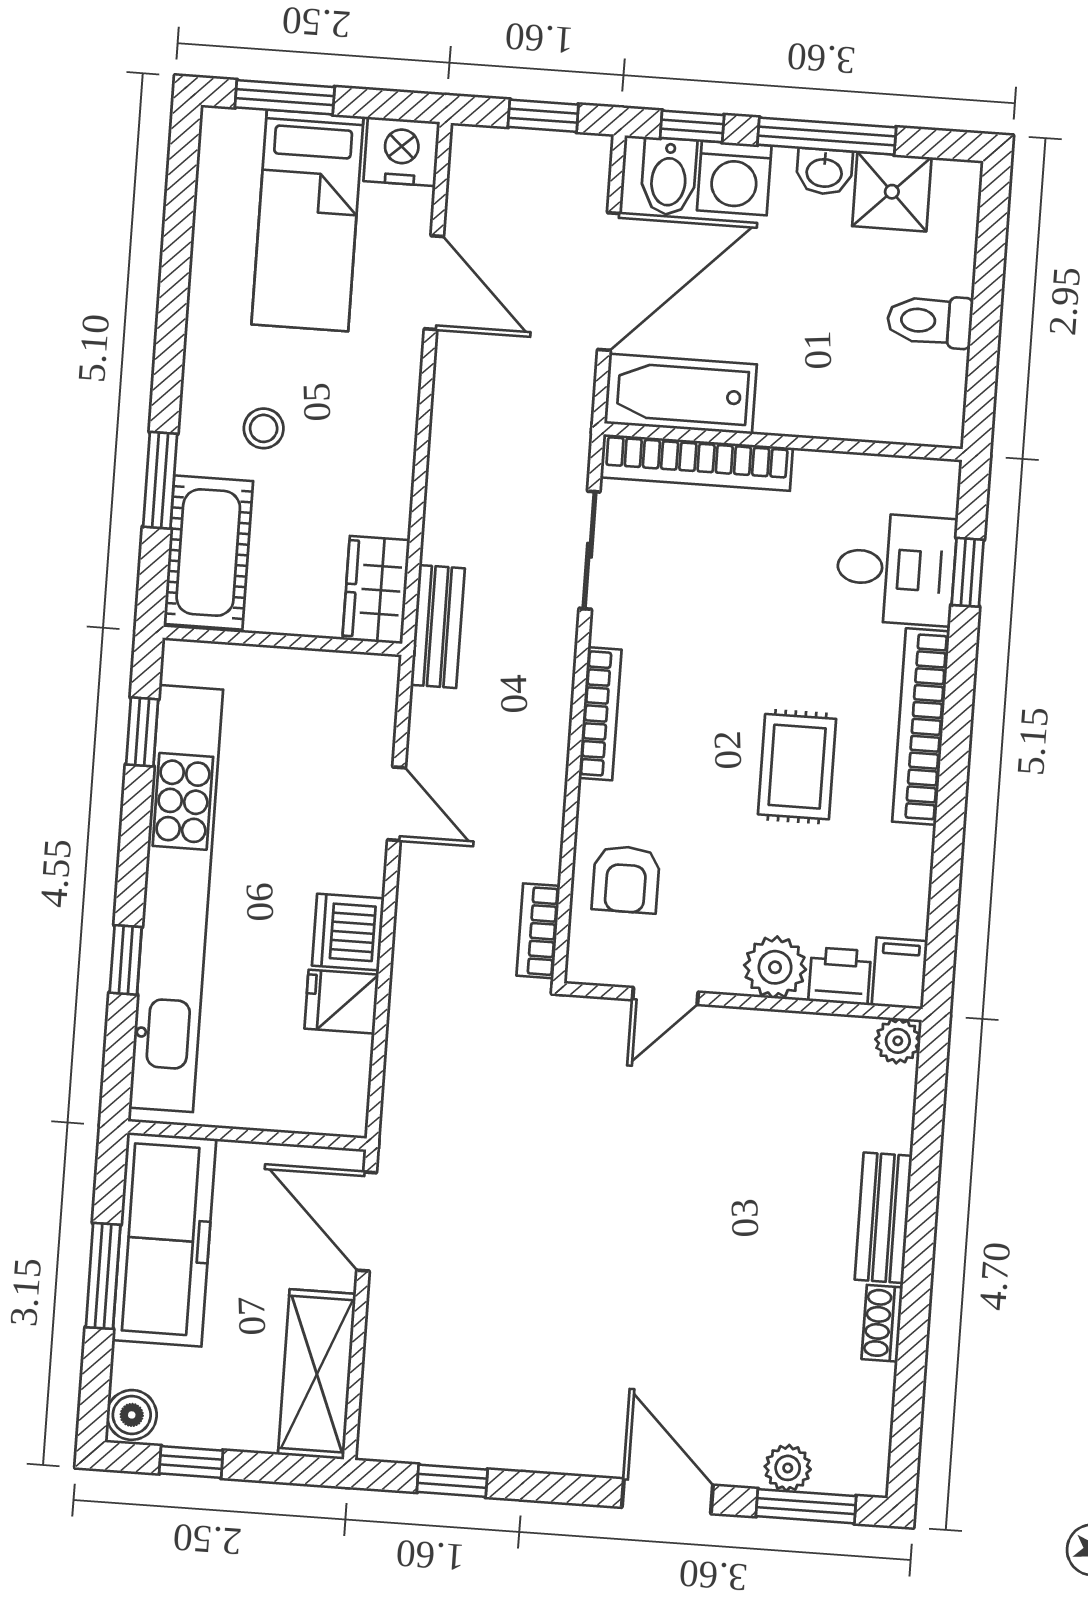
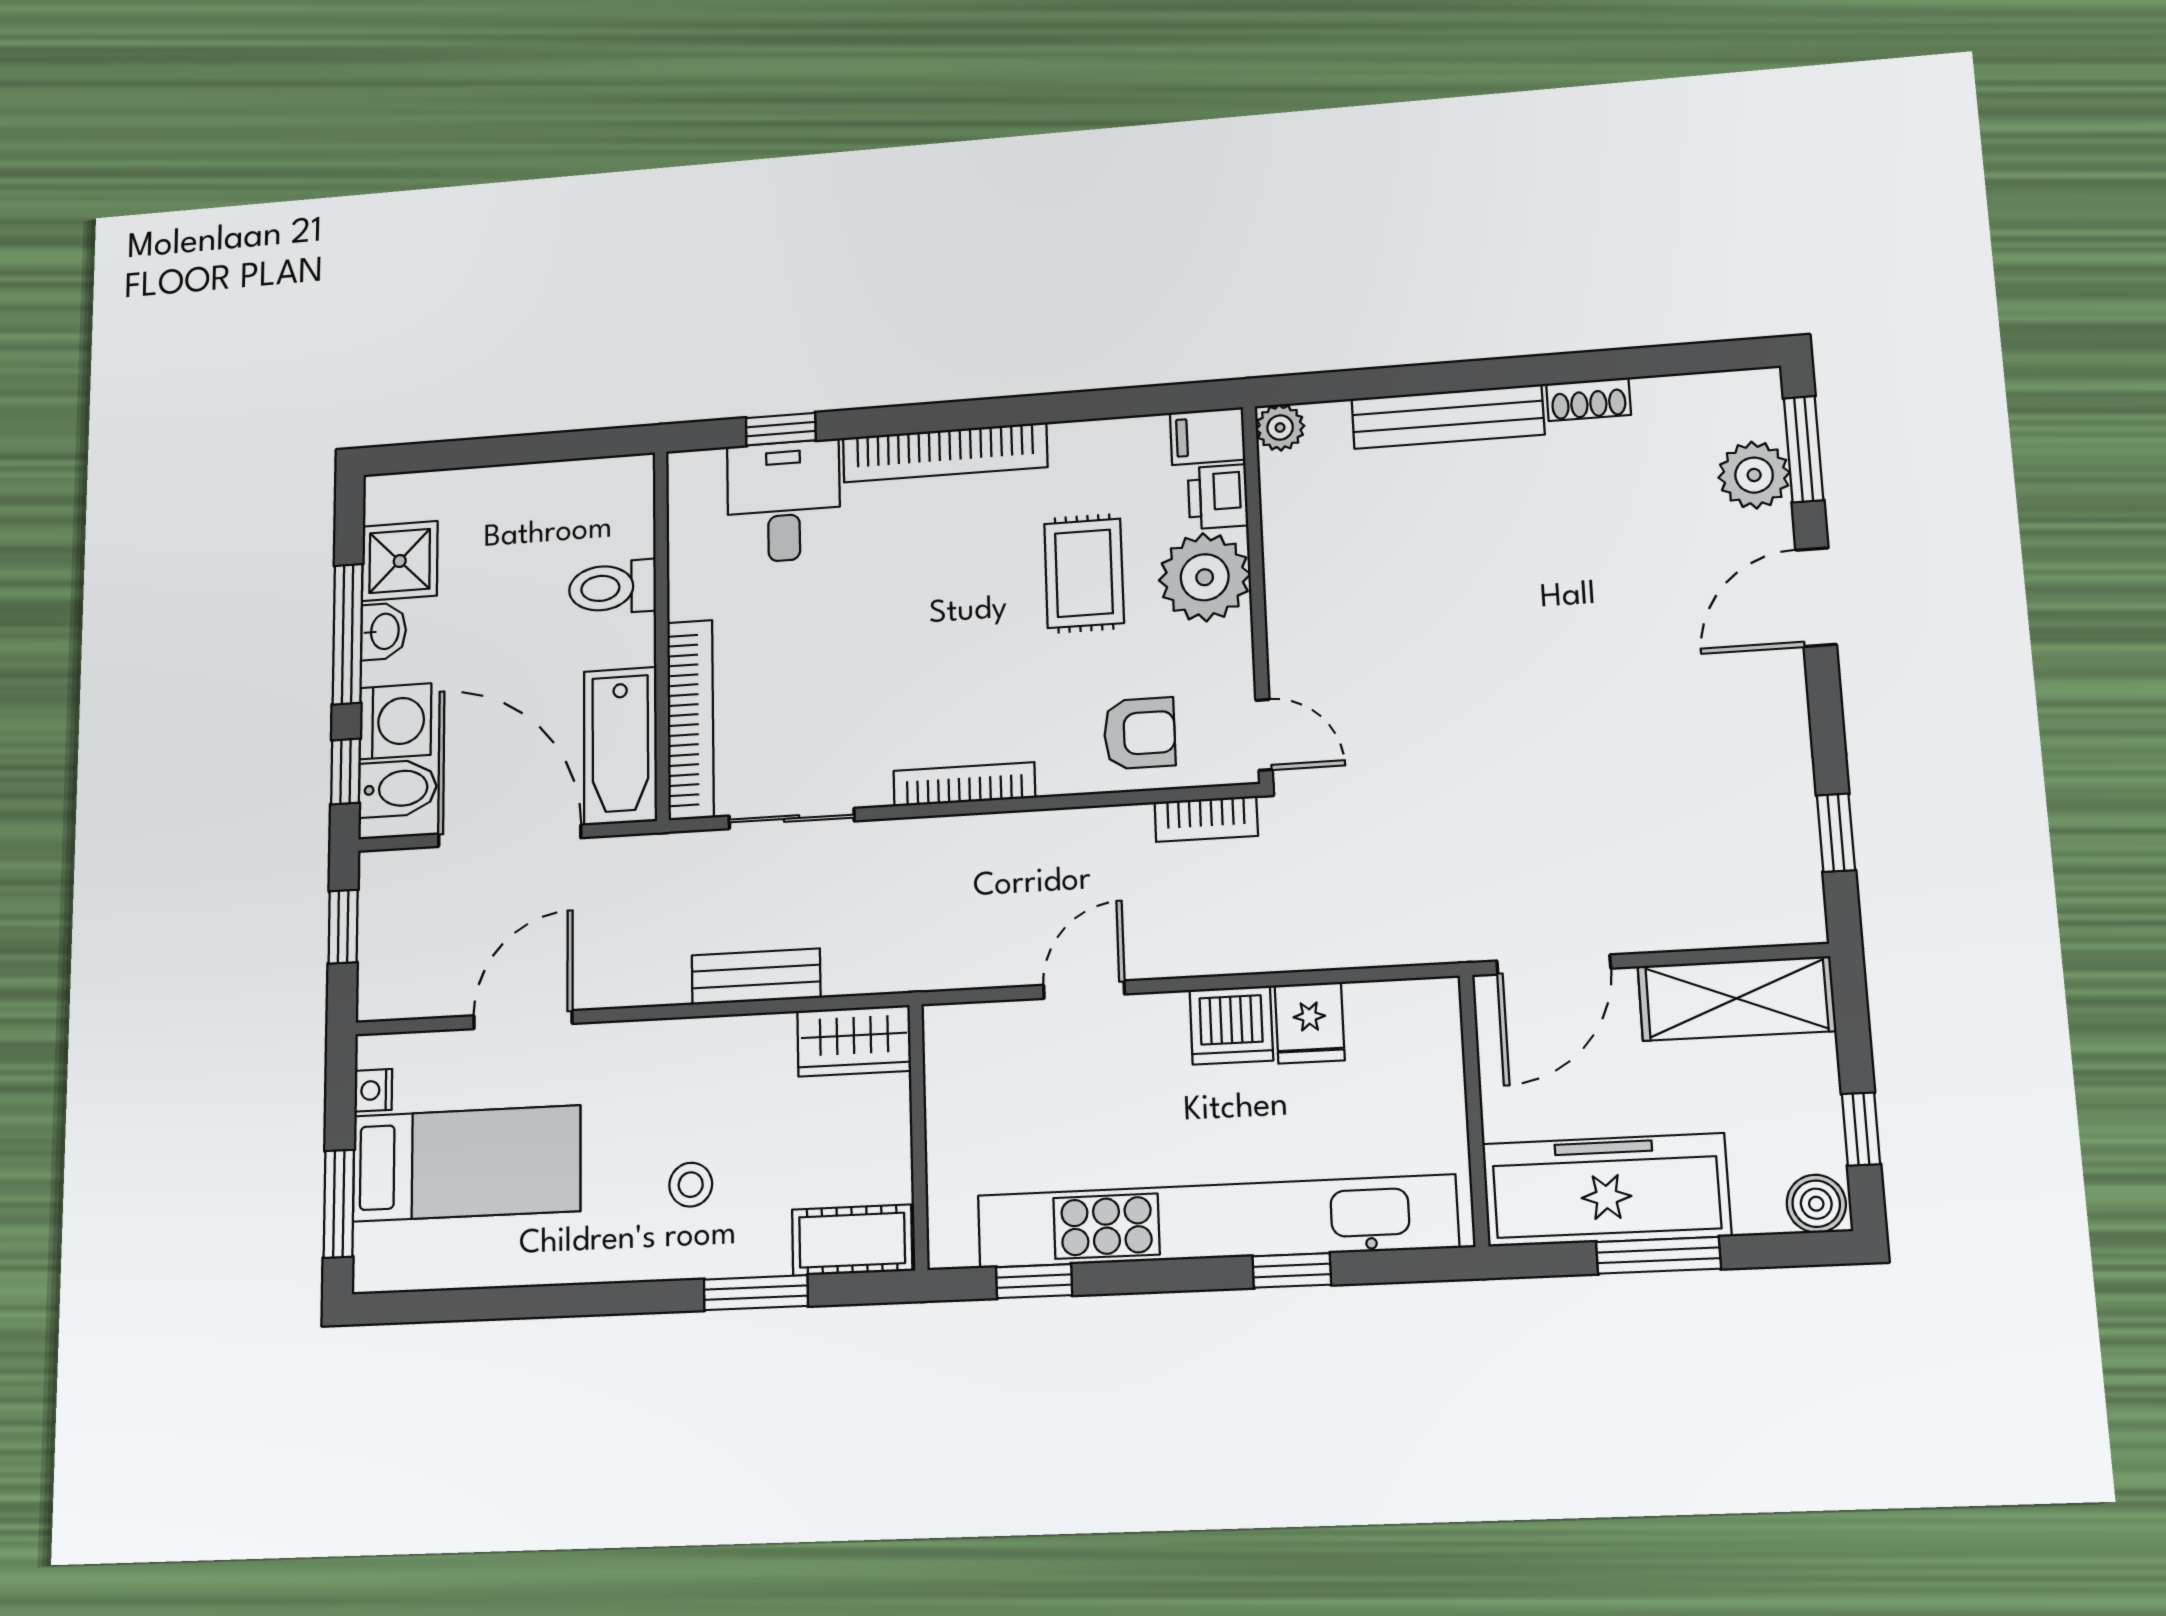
nightstand: (401, 151) -> (373, 1090), width x0.53, depth x0.56
toilet: (930, 321) -> (612, 588), moved, turned 90
cot: (208, 553) -> (852, 1240), width x0.73, depth x0.75
bench: (438, 627) -> (756, 977), moved
rug: (797, 767) -> (1084, 573), moved, turned 90
plant: (775, 967) -> (1205, 577), width x1.36, depth x1.36
door: (665, 996) -> (1264, 735), moved
bench: (883, 1218) -> (1448, 417), width x1.36
plant: (788, 1468) -> (1754, 475), width x1.38, depth x1.38

